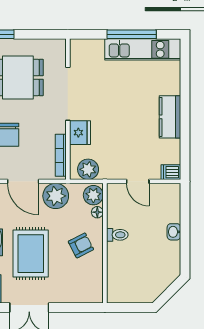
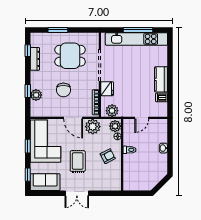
kitchen unit: (143, 49) -> (136, 39), width x1.36
dishwasher: (171, 172) -> (162, 97), moved
door: (138, 181) -> (142, 118), hinge flipped
rug: (31, 254) -> (78, 161), width x0.73, depth x0.70

